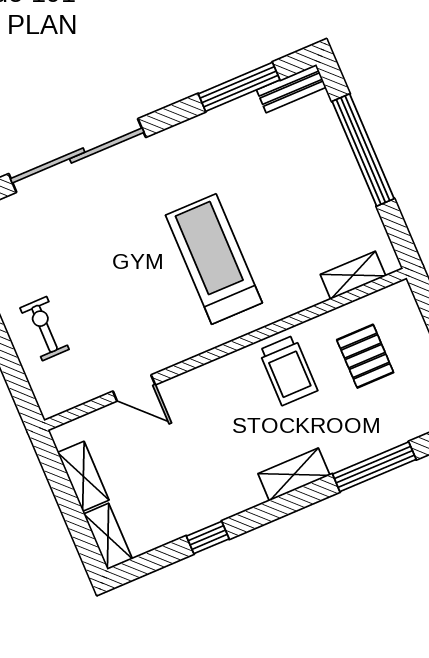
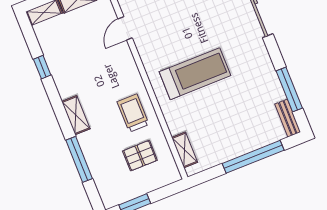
trolley: (288, 370) -> (133, 113), turned 90

